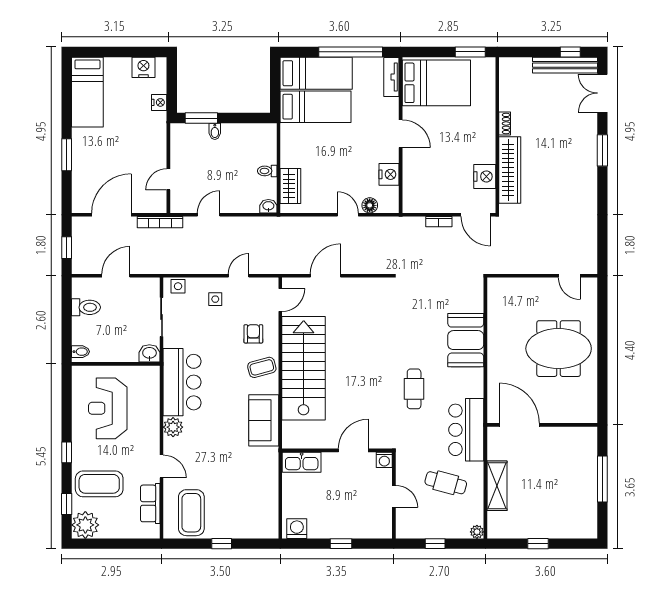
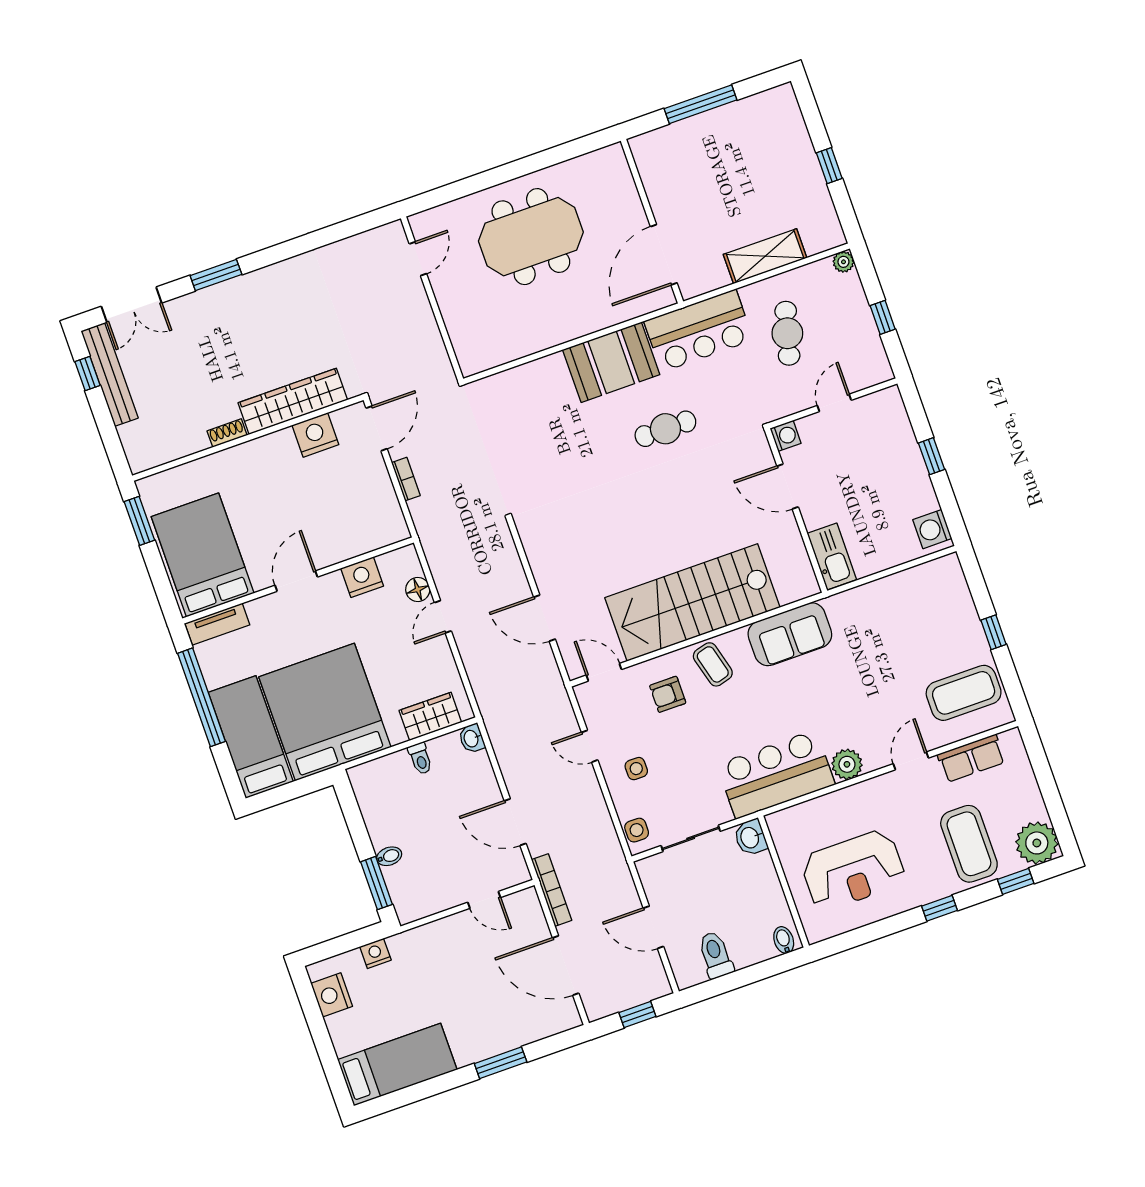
bed: (316, 107) -> (325, 712), width x2.04
door: (209, 215) -> (515, 822), width x1.38
booth: (466, 340) -> (611, 362), moved
meeting table: (559, 349) -> (531, 237), turned 90

